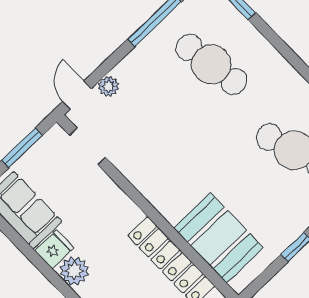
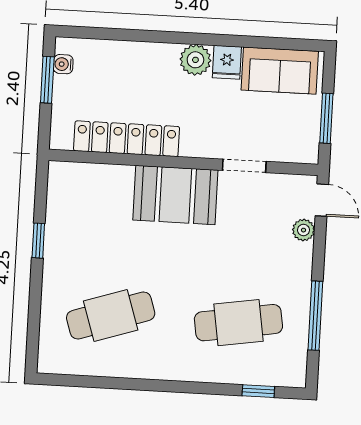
doorway: (88, 146) -> (244, 166), moved
booth: (218, 238) -> (175, 195), moved

